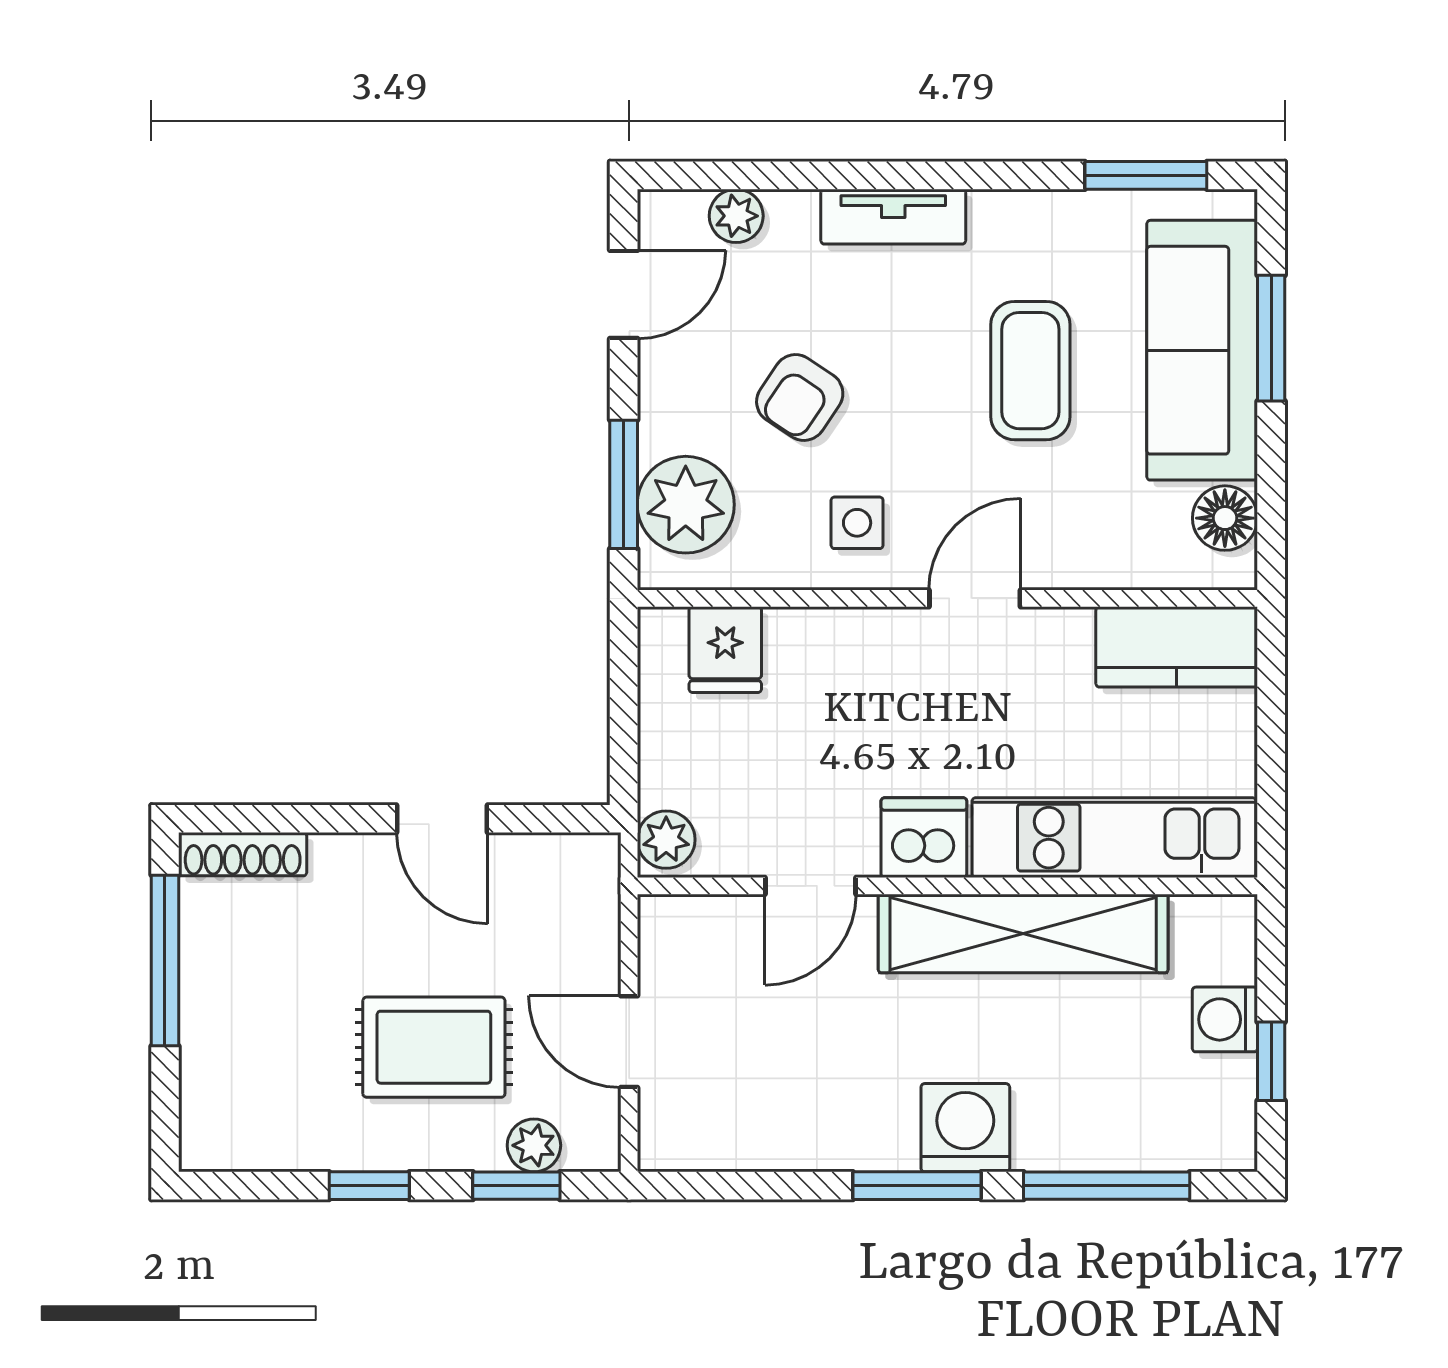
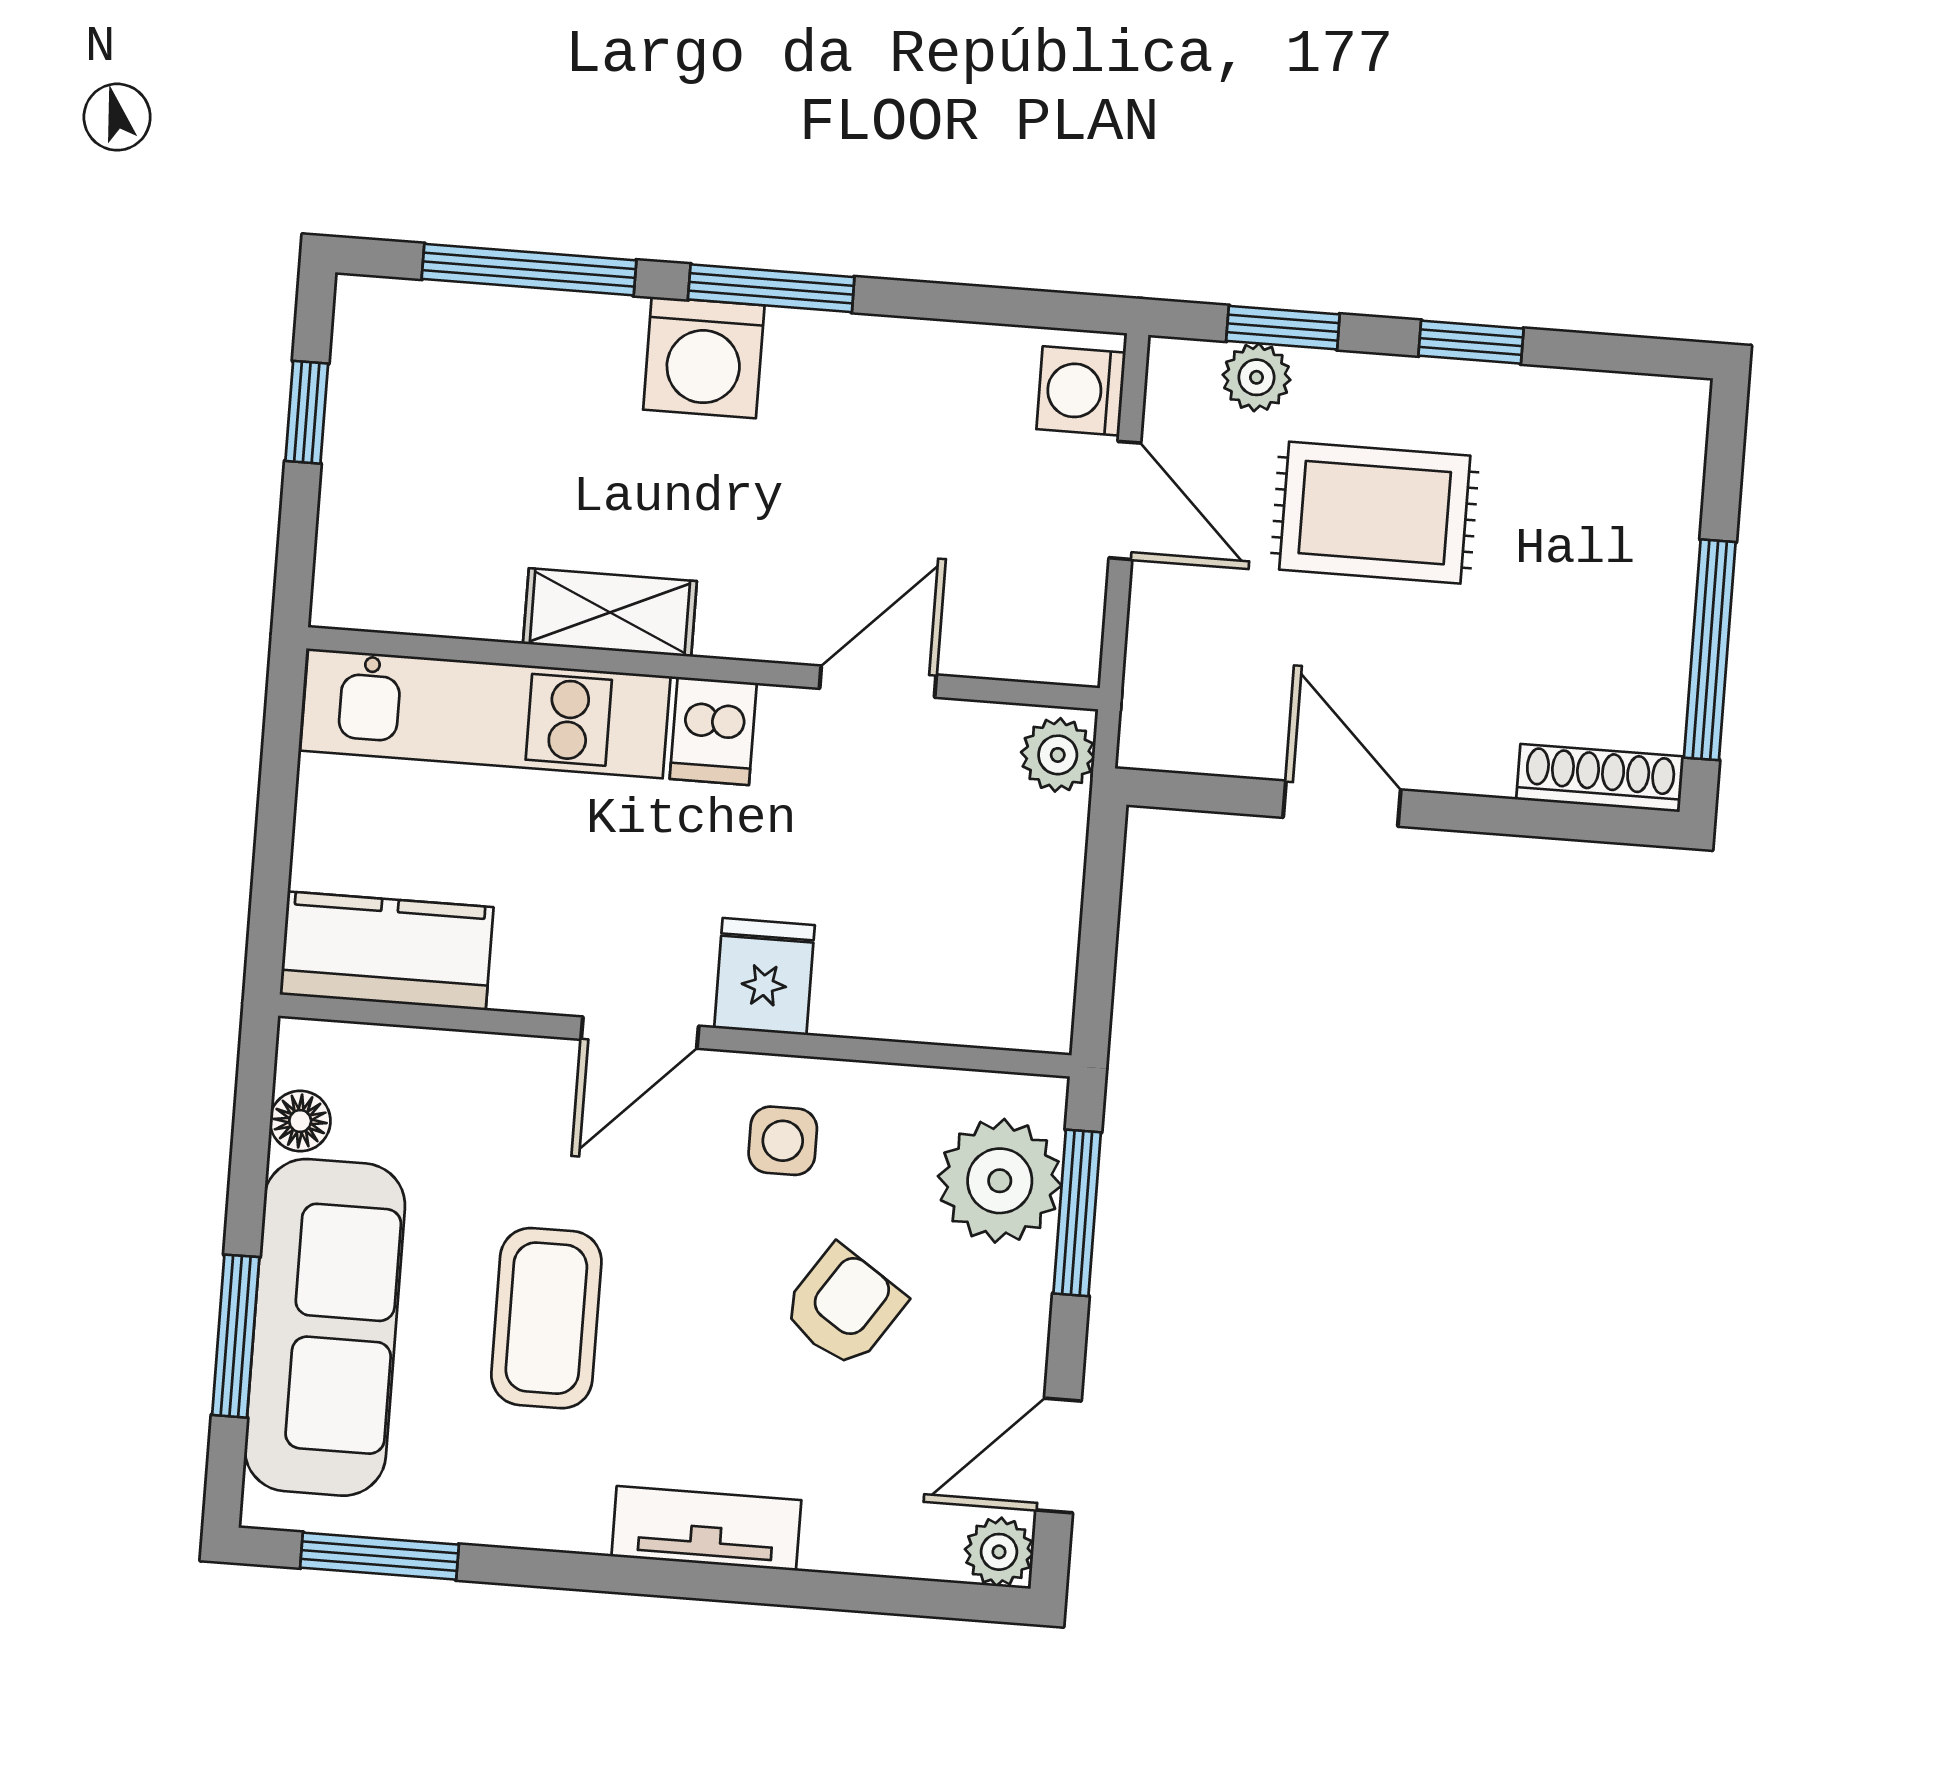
plant: (736, 216) -> (999, 1552), moved
floor lamp: (1225, 518) -> (300, 1121), width x0.73, depth x0.73
fridge: (725, 650) -> (764, 976), moved
dishwasher: (924, 838) -> (713, 731), width x0.73
shelving: (1023, 934) -> (610, 612), width x0.45, depth x0.75
washing machine: (1225, 1019) -> (1081, 391), moved, turned 180

